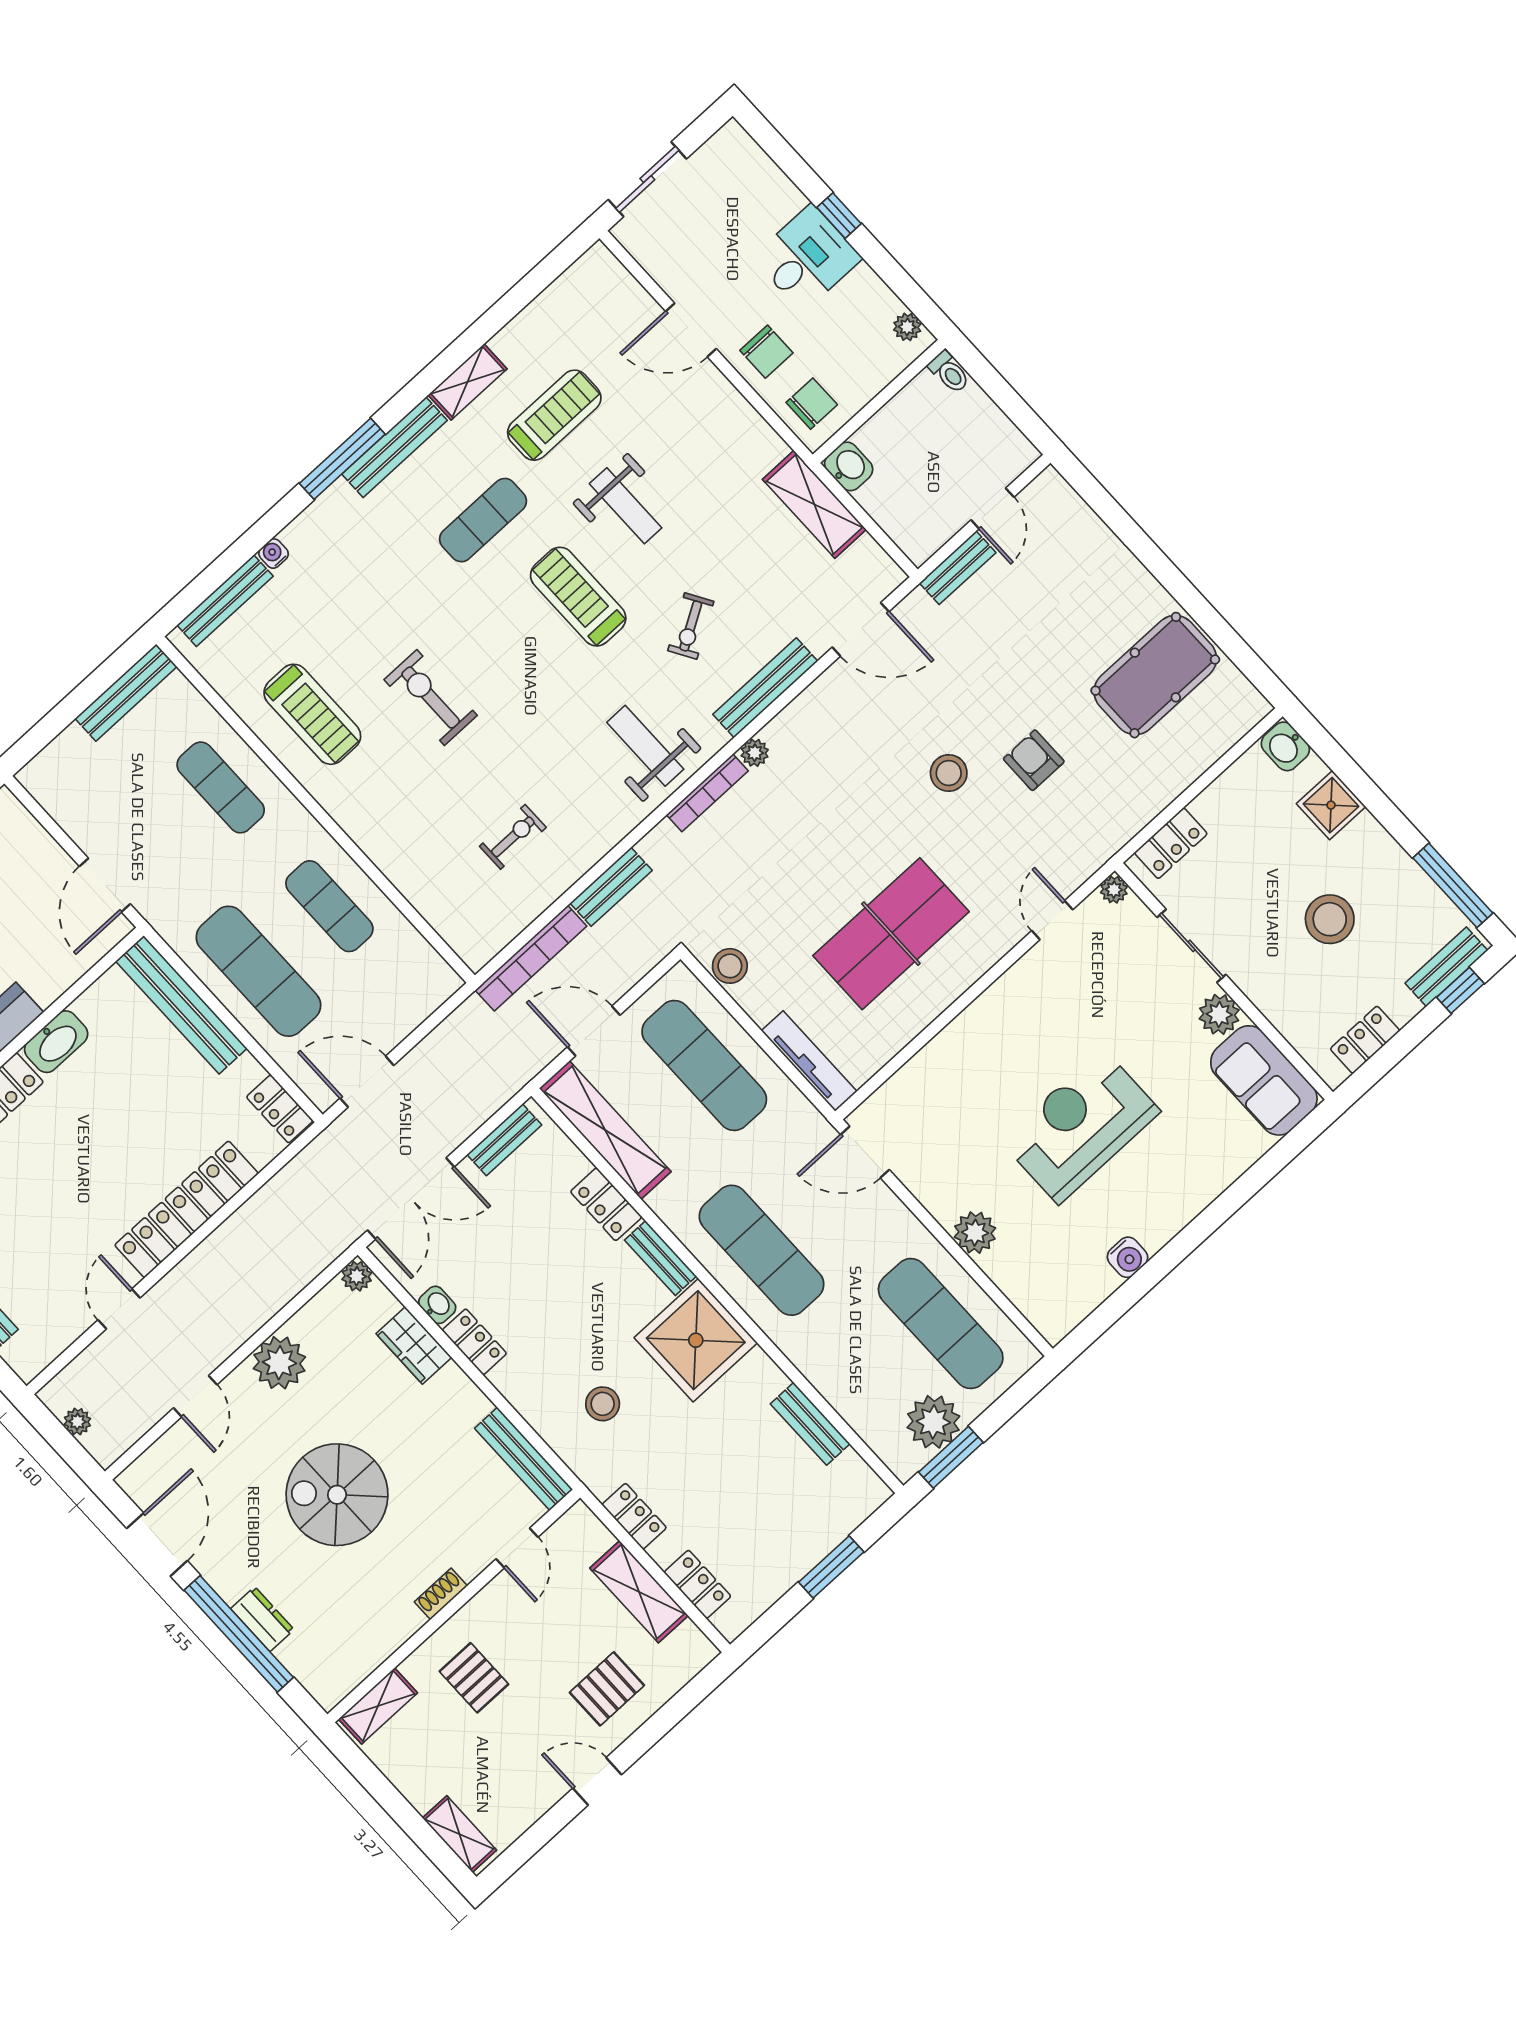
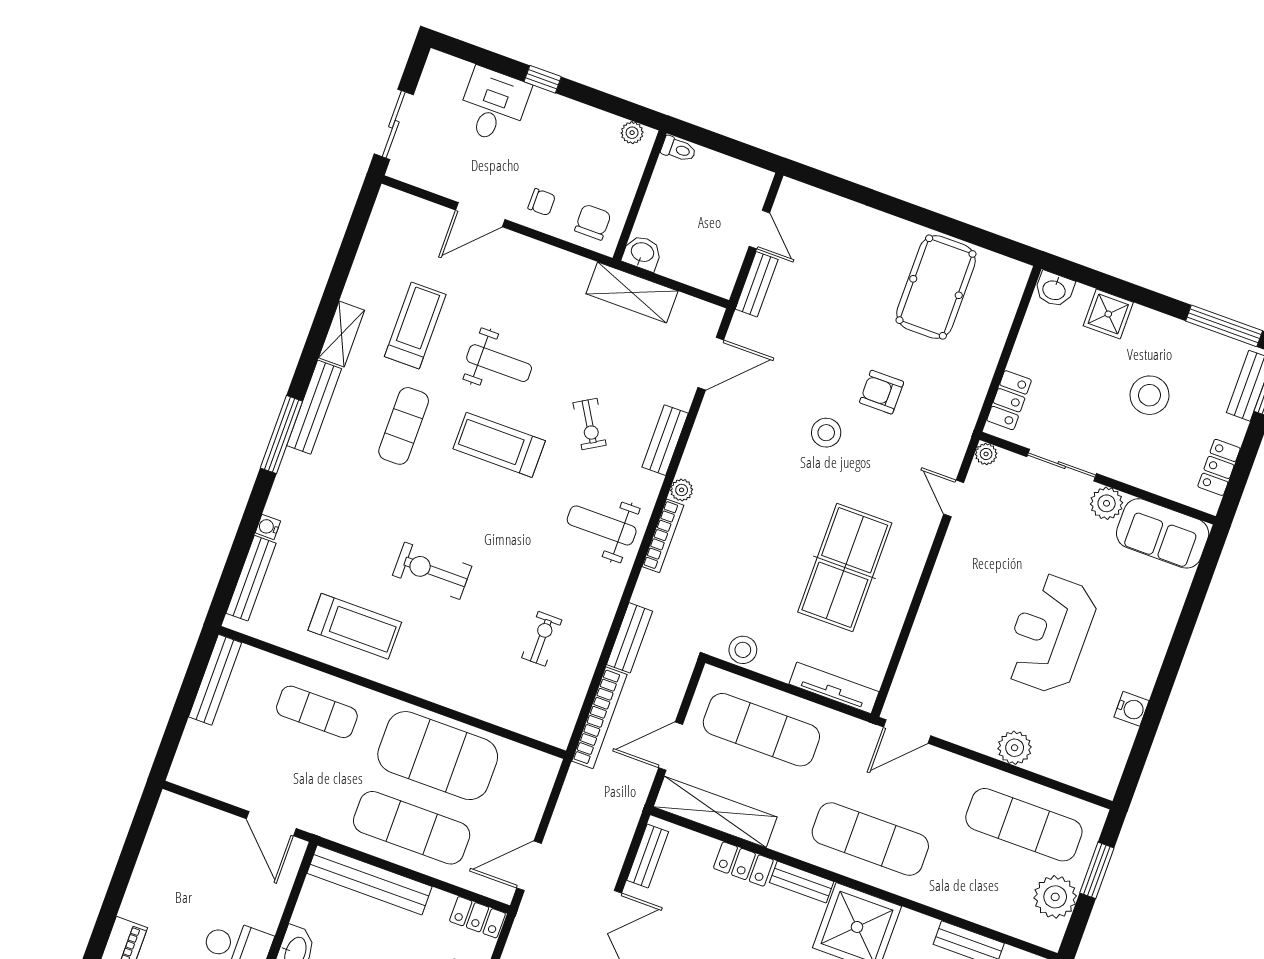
desk: (807, 258) -> (493, 106), moved
chair: (766, 352) -> (542, 202), width x0.73, depth x0.73
bench: (765, 688) -> (665, 440), width x0.73
exercise mat: (329, 906) -> (438, 756), width x2.00, depth x1.45
window: (951, 1457) -> (1097, 870), moved

